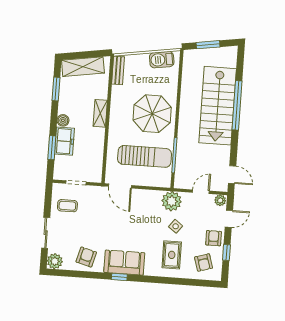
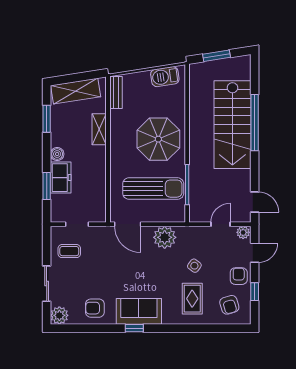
shelving: (100, 113) -> (99, 129), moved
plant: (172, 201) -> (165, 237), moved
armchair: (86, 257) -> (95, 308), turned -105

